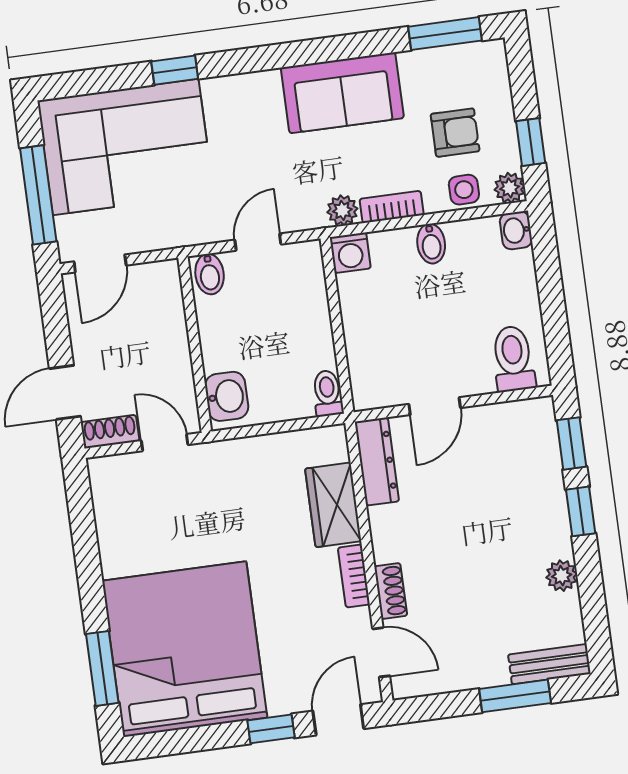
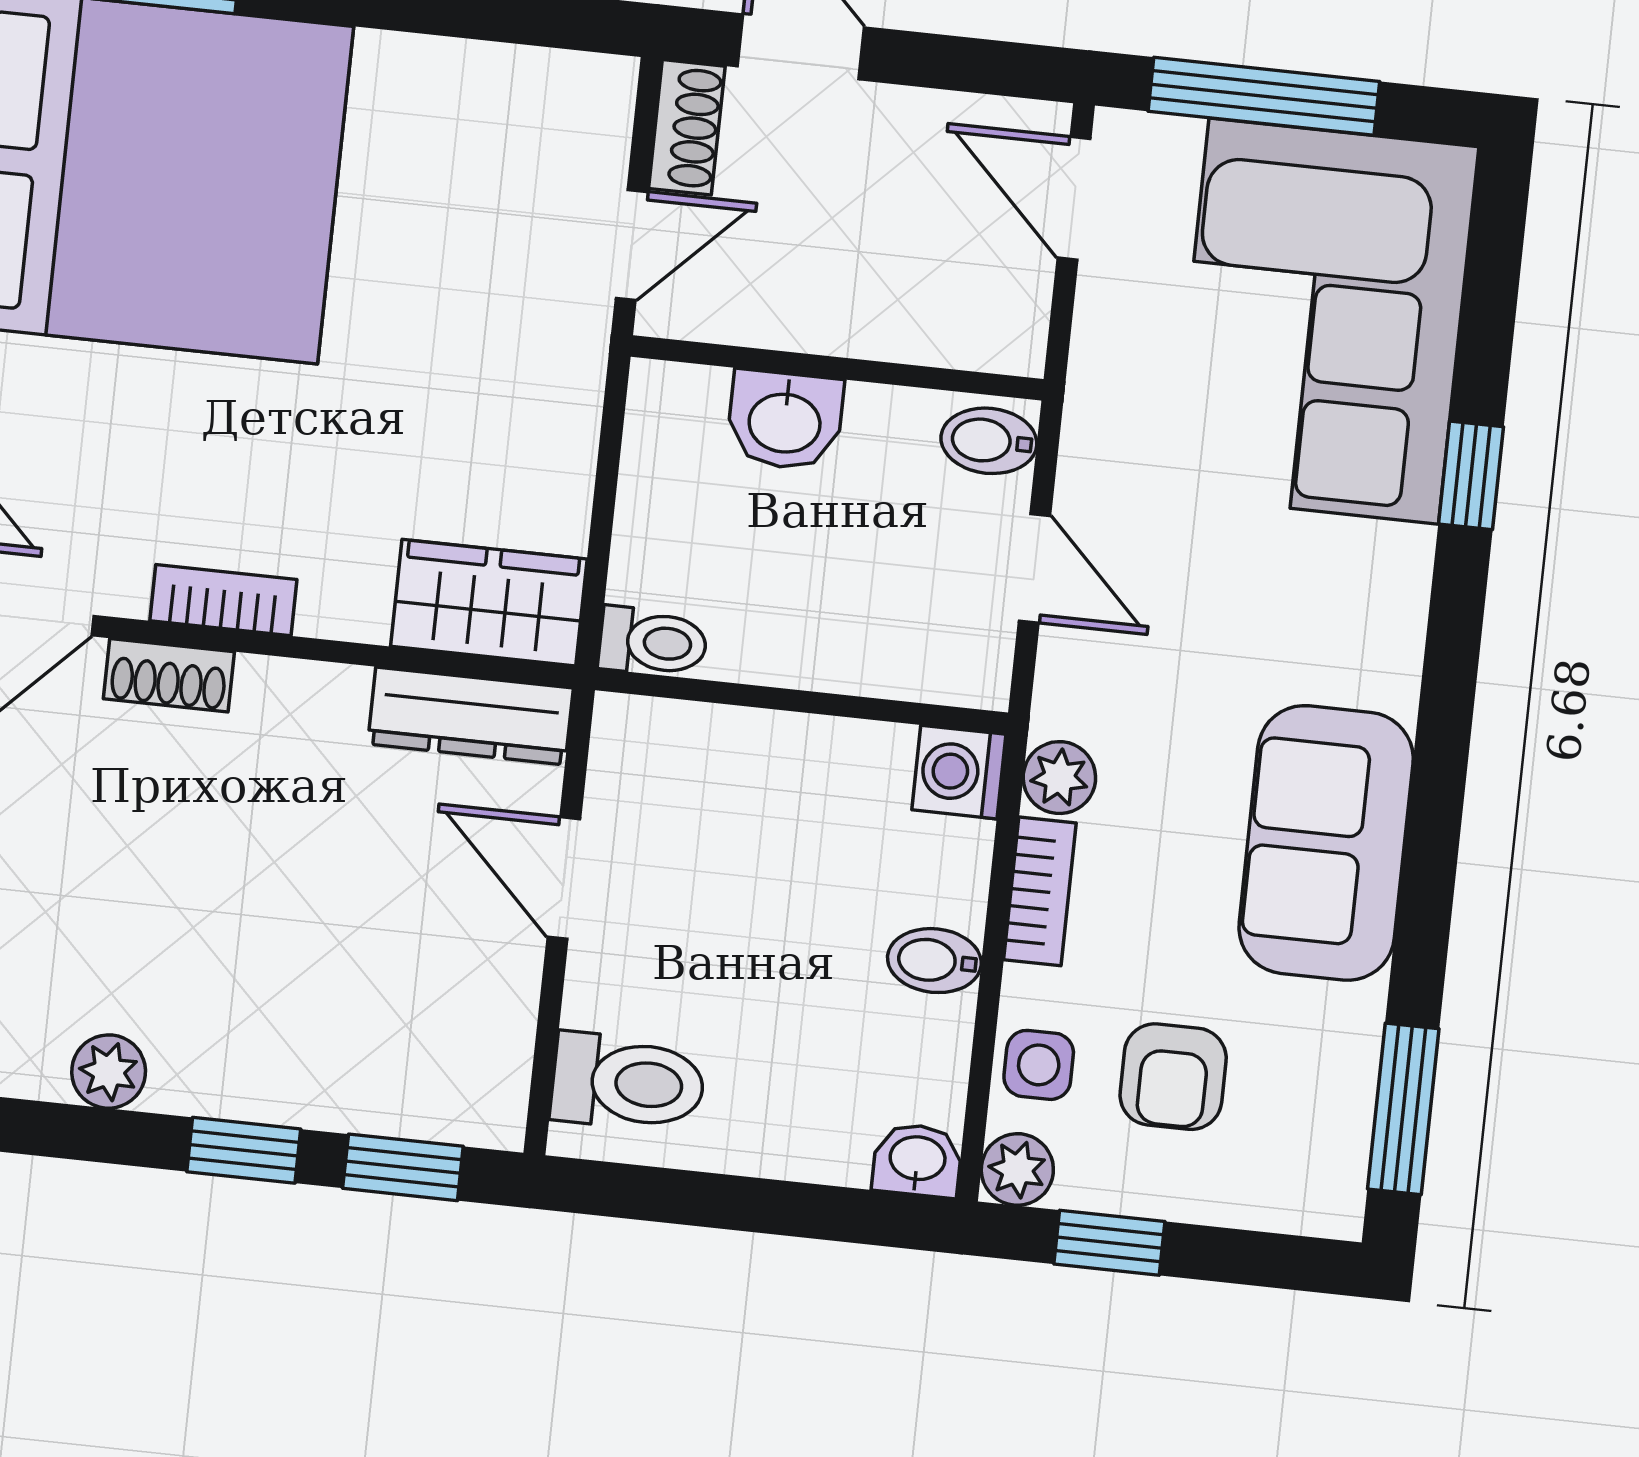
washbasin: (227, 396) -> (785, 420), moved
wardrobe: (333, 505) -> (489, 603), moved

